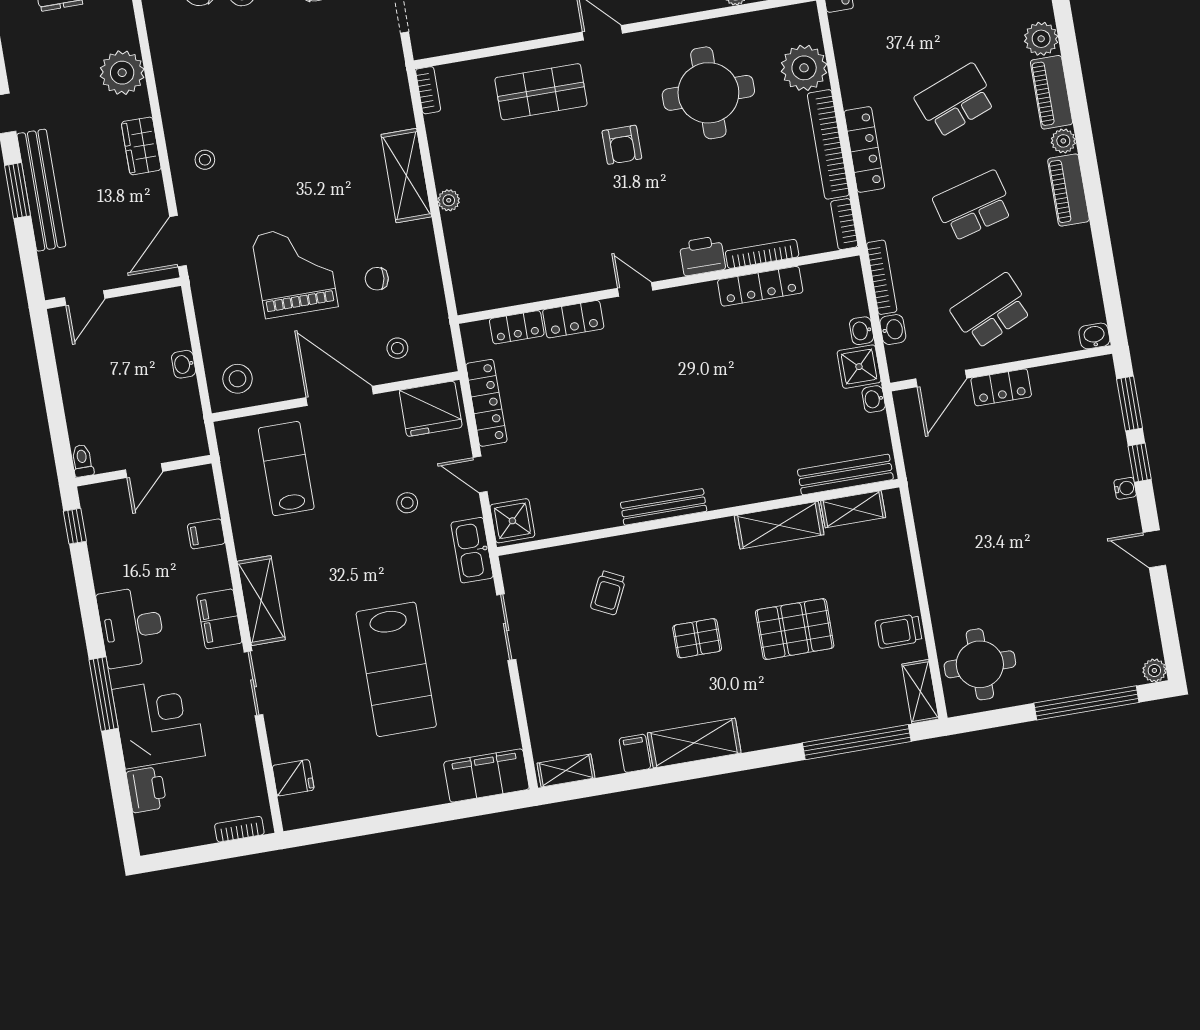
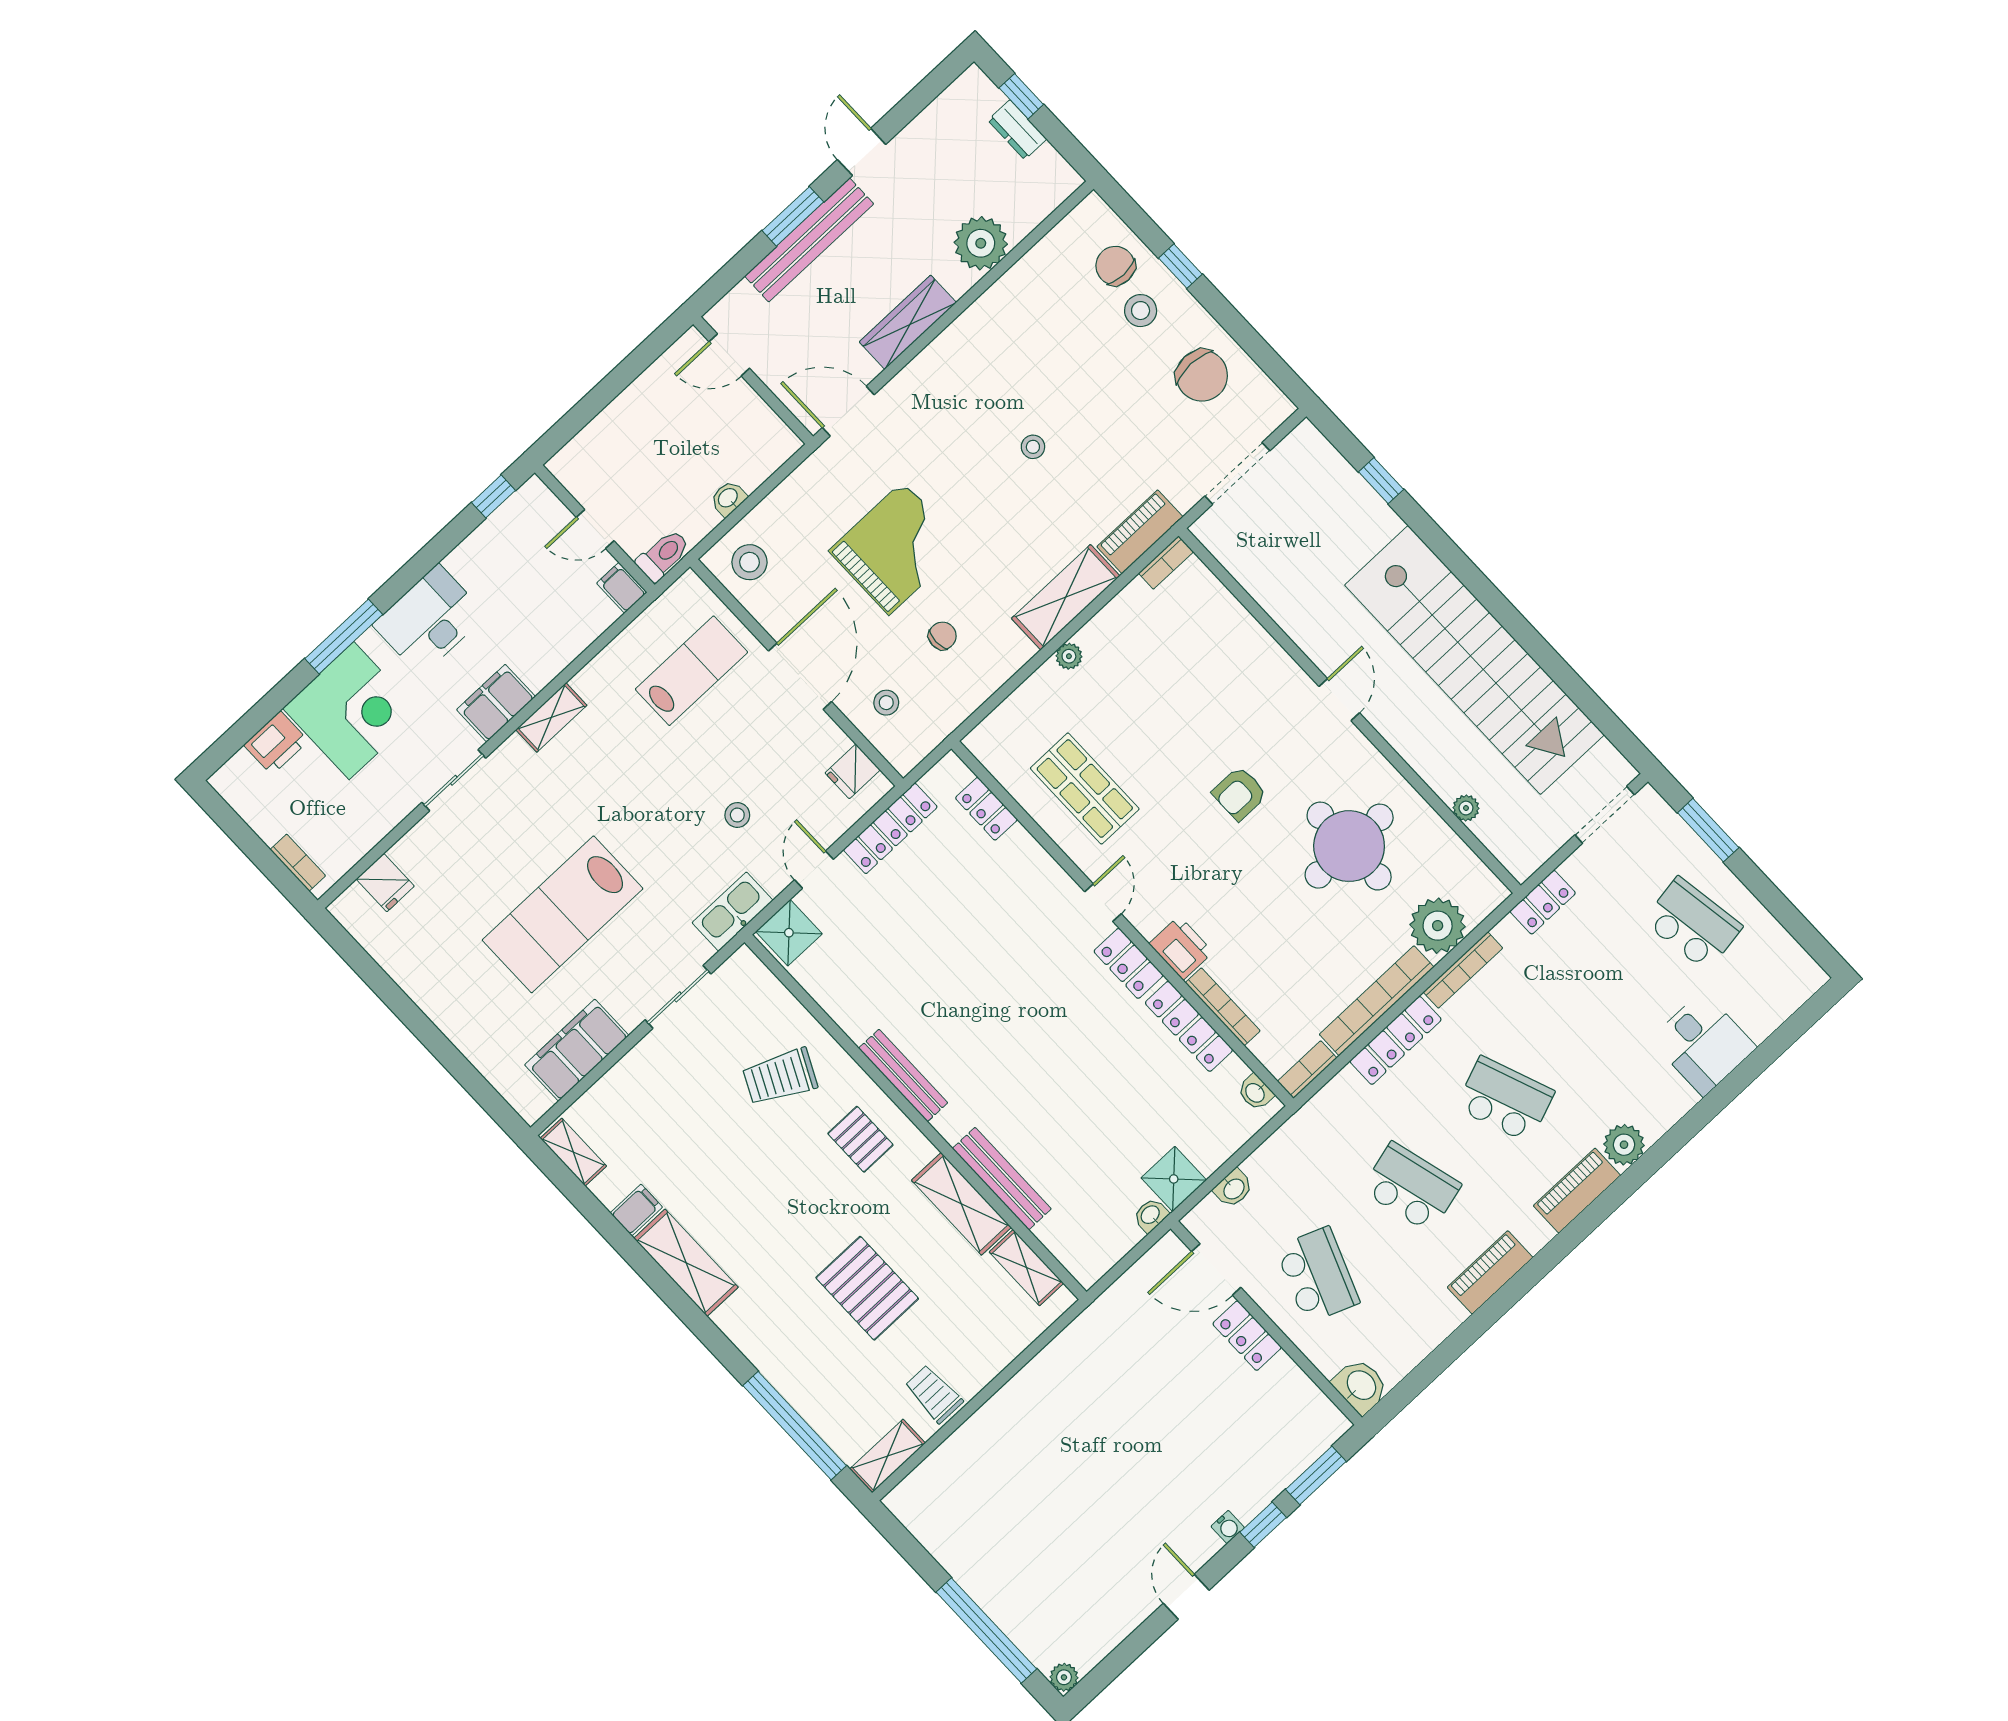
shop shelf: (541, 92) -> (1085, 789), moved
piano: (395, 94) -> (1140, 532), added
plant: (1063, 141) -> (1536, 1235), removed
wardrobe: (141, 146) -> (908, 322), width x1.50
stool: (205, 160) -> (1033, 447), moved
bookcase: (882, 277) -> (1463, 970), moved
chair: (377, 279) -> (942, 636), turned 82
school desk: (991, 311) -> (1317, 1275), turned 45
locker: (573, 319) -> (1128, 963), moved
washbasin: (862, 331) -> (1255, 1092), moved, turned -90
washbasin: (1094, 336) -> (1361, 1386), width x1.38, depth x1.45
fridge: (431, 409) -> (853, 771), width x0.53, depth x0.75
toilet: (82, 461) -> (663, 555), moved, width x1.37, depth x1.39
bench: (845, 474) -> (1002, 1179), moved
filing cabinet: (206, 534) -> (622, 588), moved
trolley: (608, 593) -> (780, 1077), width x1.36, depth x1.39
shelving: (261, 601) -> (551, 717), width x0.67, depth x0.75
pallet: (697, 638) -> (860, 1139), moved
round table: (980, 664) -> (954, 1498), removed
filing cabinet: (486, 775) -> (577, 1050), moved, turned -90

